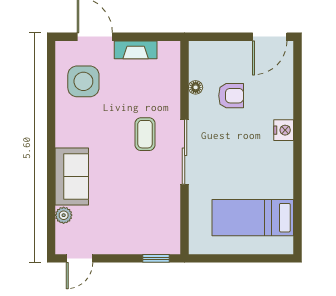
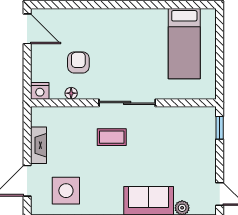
nightstand: (284, 130) -> (40, 91), moved, turned 180

